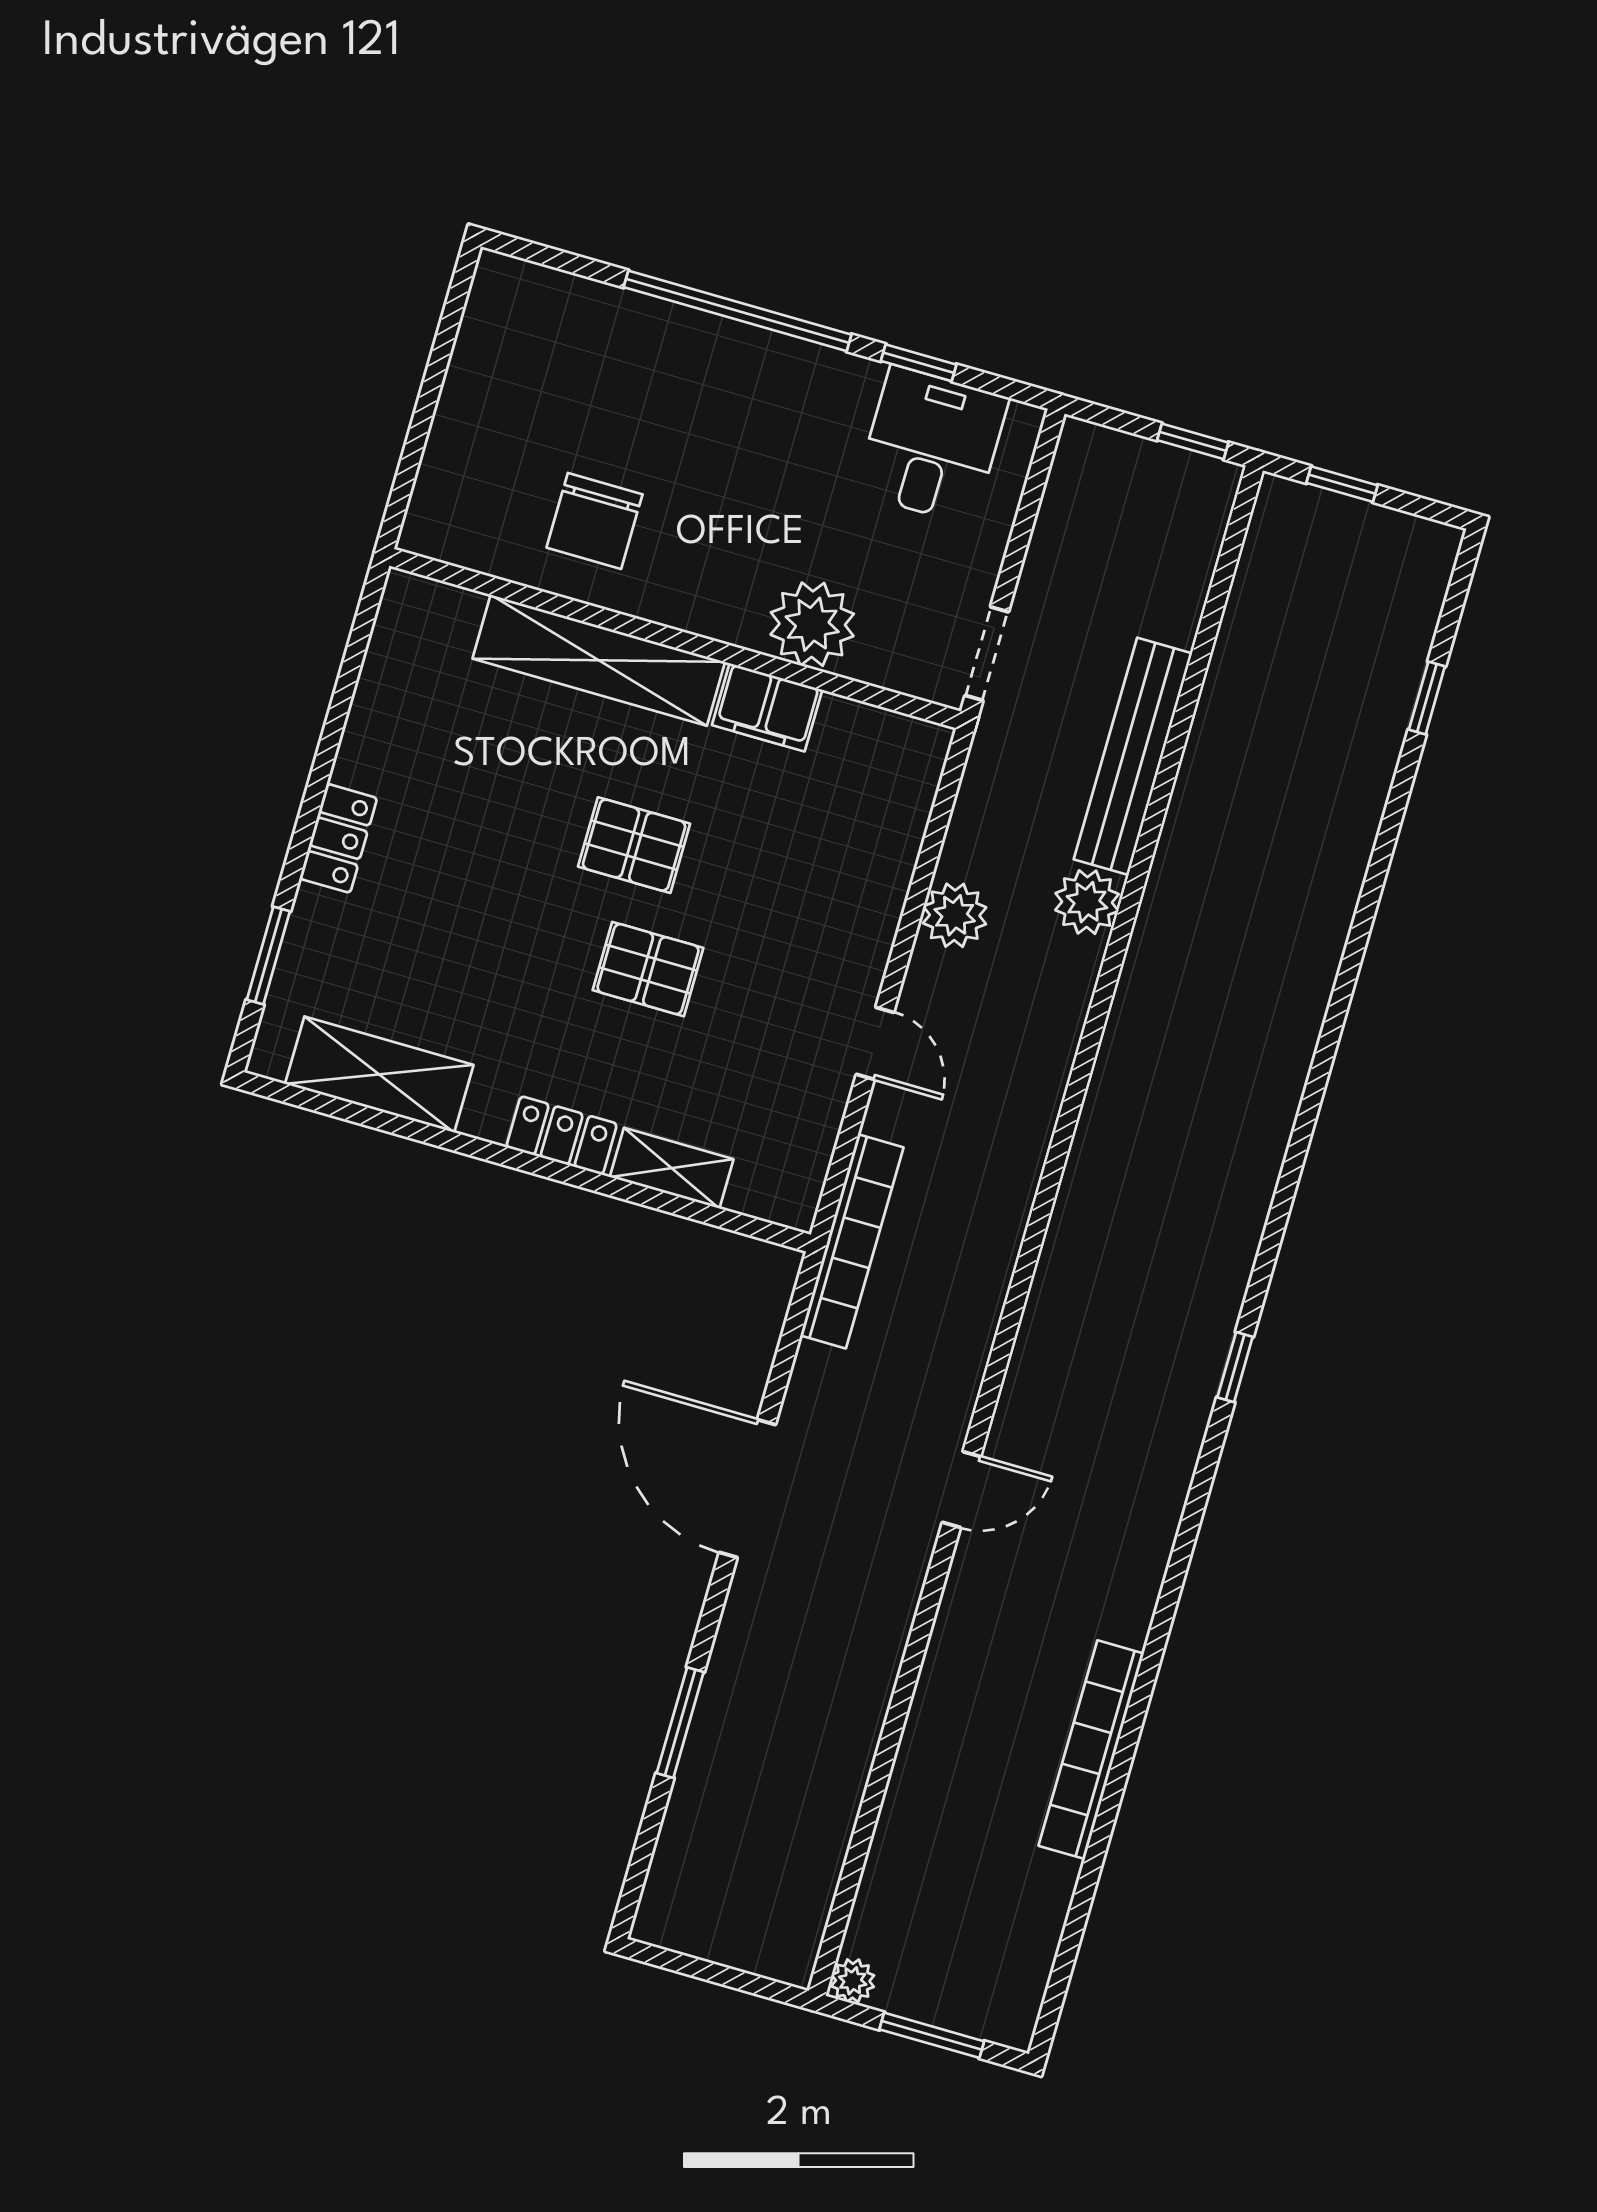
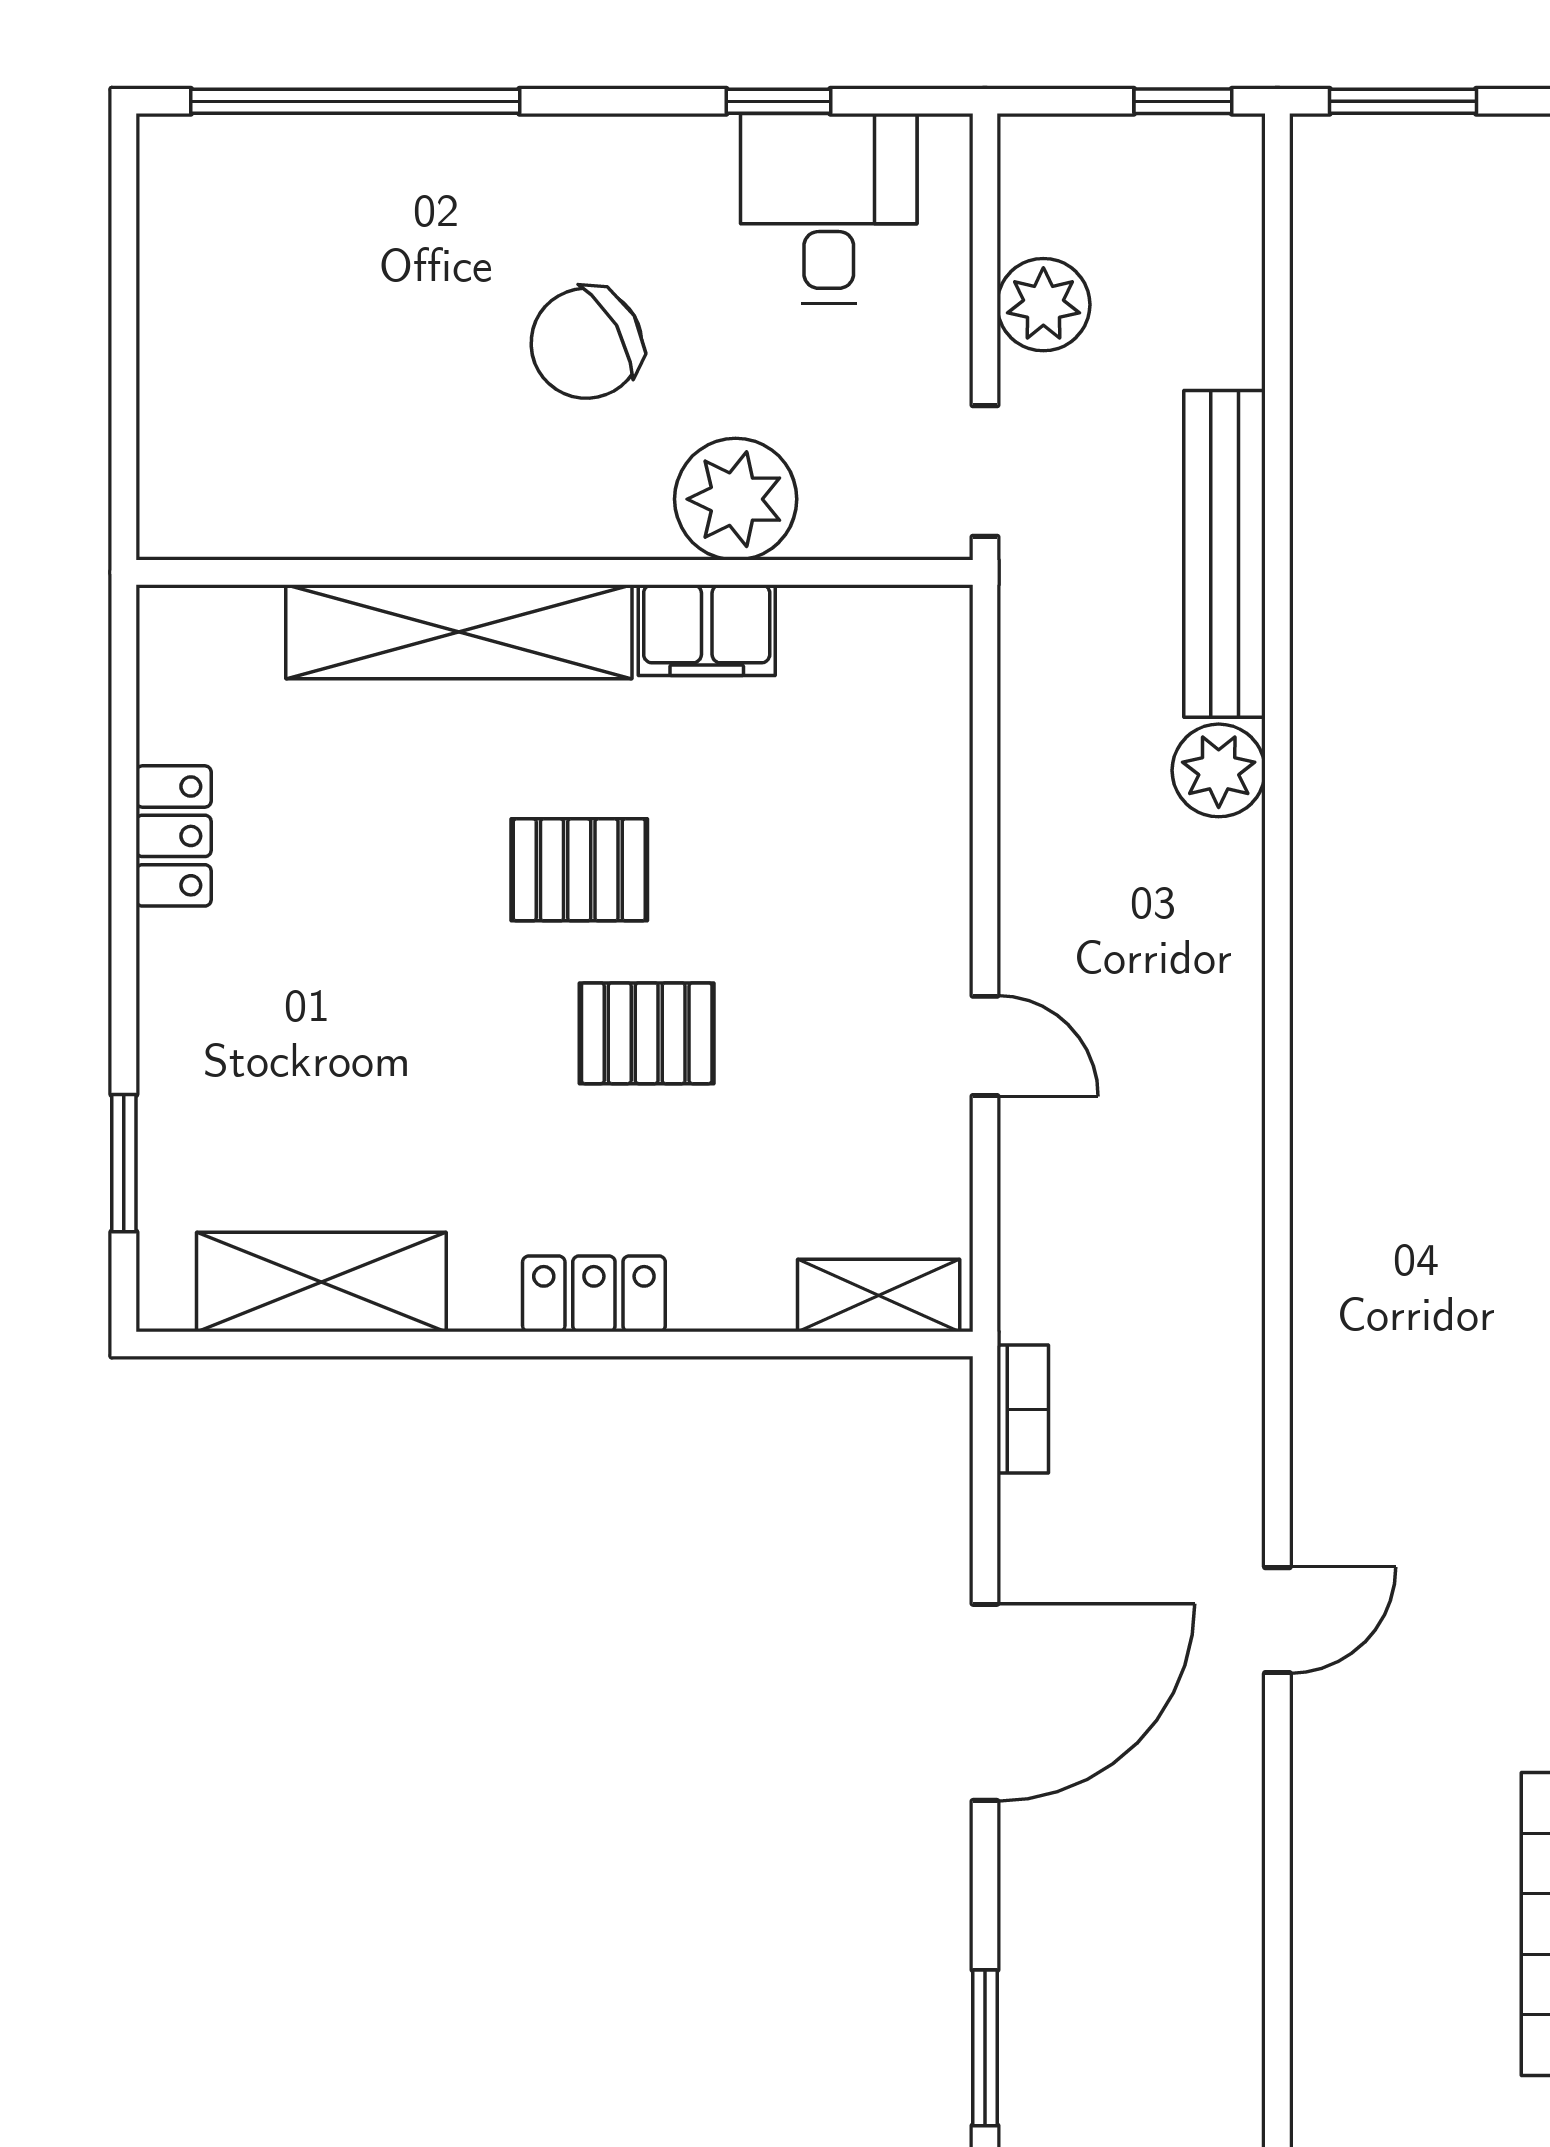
window: (738, 311) -> (355, 101), moved
window: (1342, 484) -> (1403, 101), width x1.50
chair: (595, 521) -> (586, 343), moved, turned 60
locker: (338, 838) -> (174, 836), moved
plant: (955, 915) -> (1043, 305), moved
shelving: (672, 1168) -> (879, 1295), moved
bookcase: (852, 1241) -> (1023, 1409), width x0.43, depth x0.76
door: (747, 1488) -> (985, 1702), swing flipped

